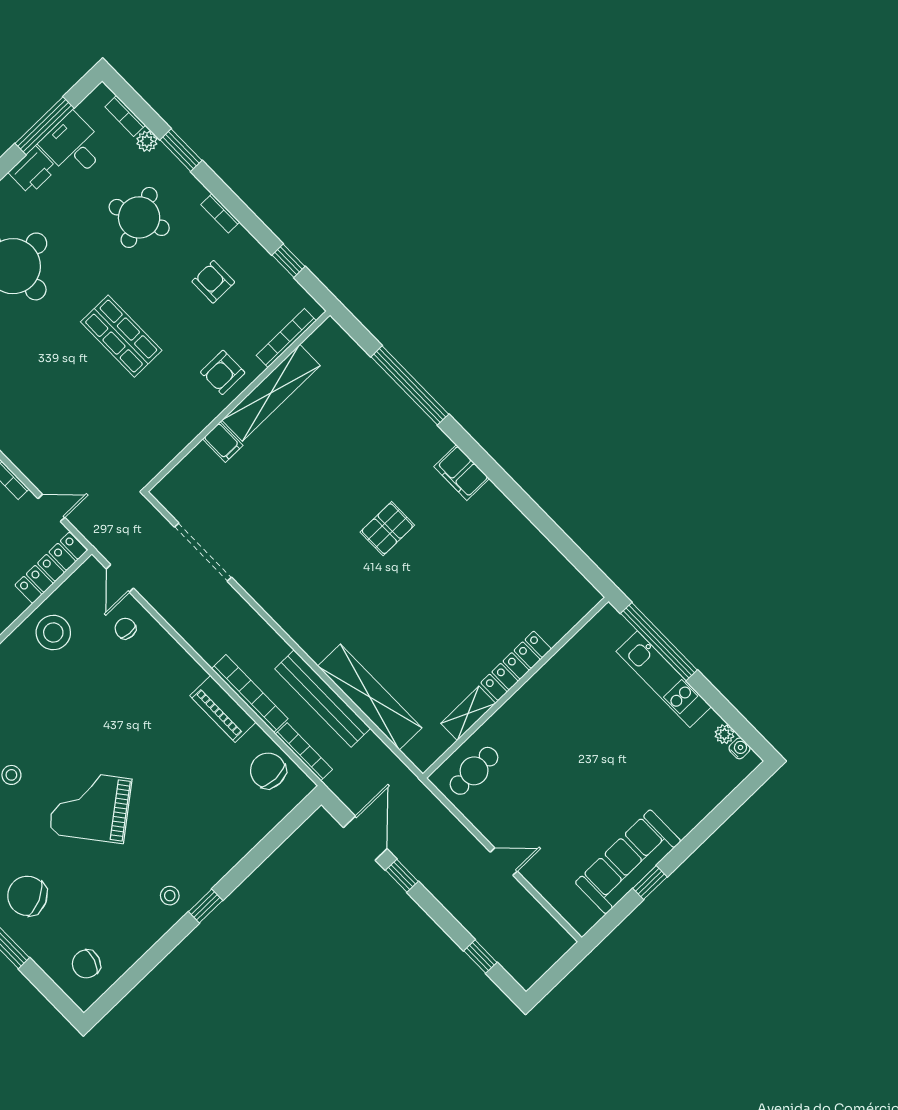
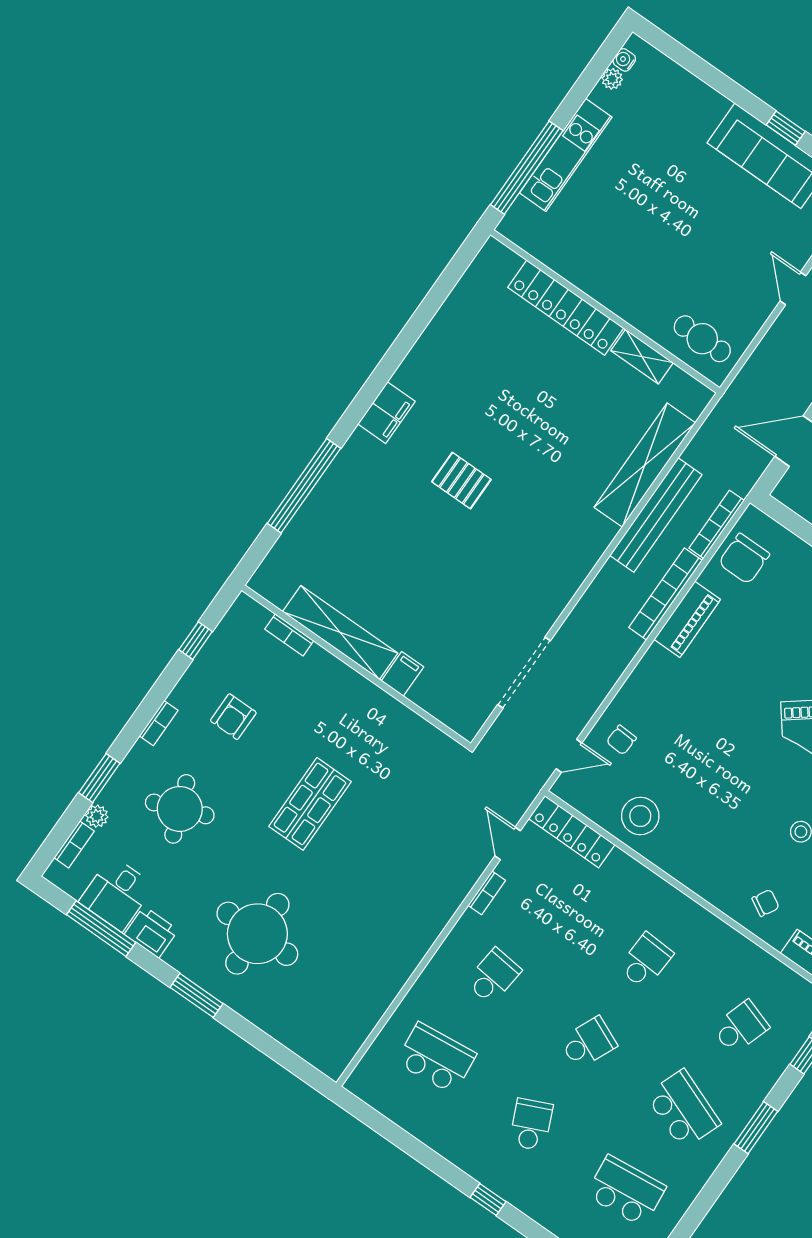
bookcase: (286, 338) -> (289, 635), width x0.64
armchair: (223, 372) -> (328, 688), removed
locker: (516, 666) -> (566, 308), width x1.41, depth x1.21

